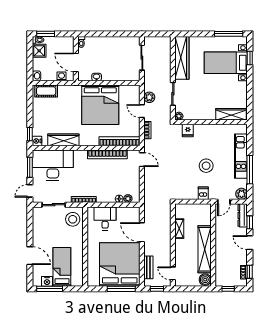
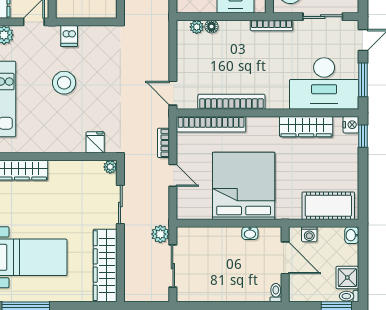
cot: (46, 91) -> (328, 206), width x1.37, depth x1.34
plant: (149, 97) -> (160, 234), moved

